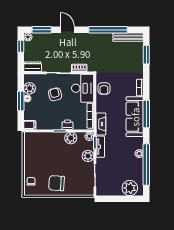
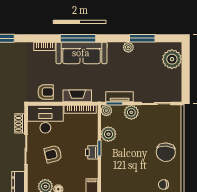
fireplace: (101, 124) -> (77, 96), moved
printer: (68, 125) -> (92, 152), moved
window: (146, 165) -> (142, 38), width x0.47

